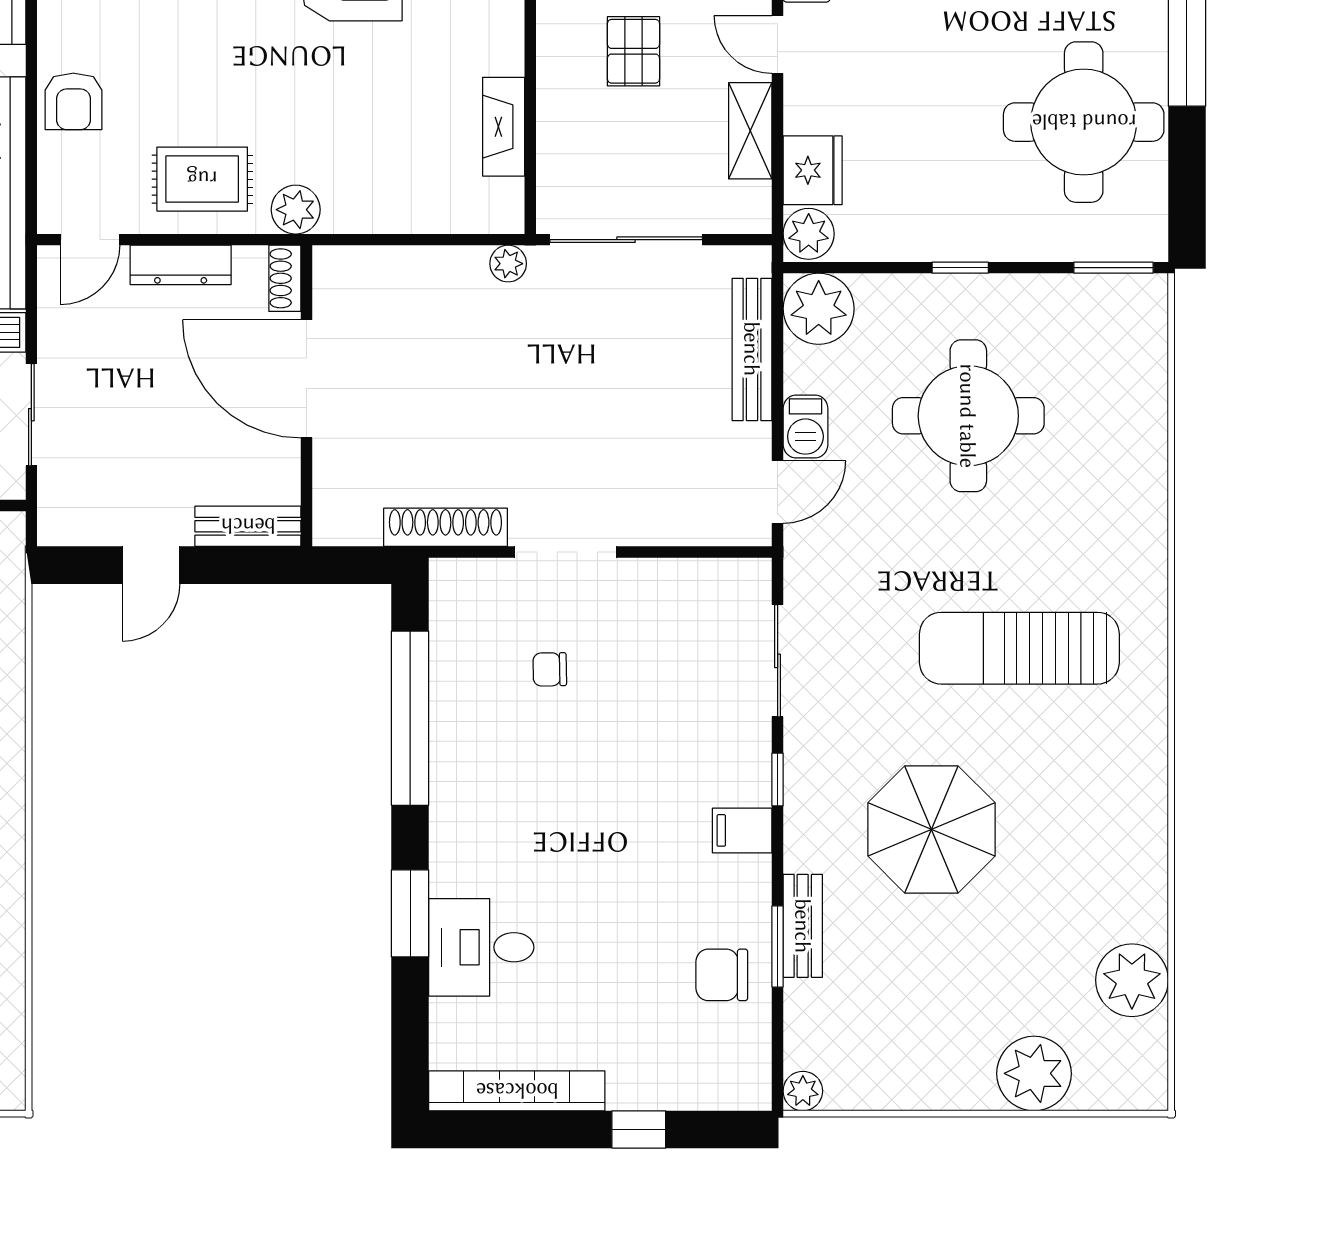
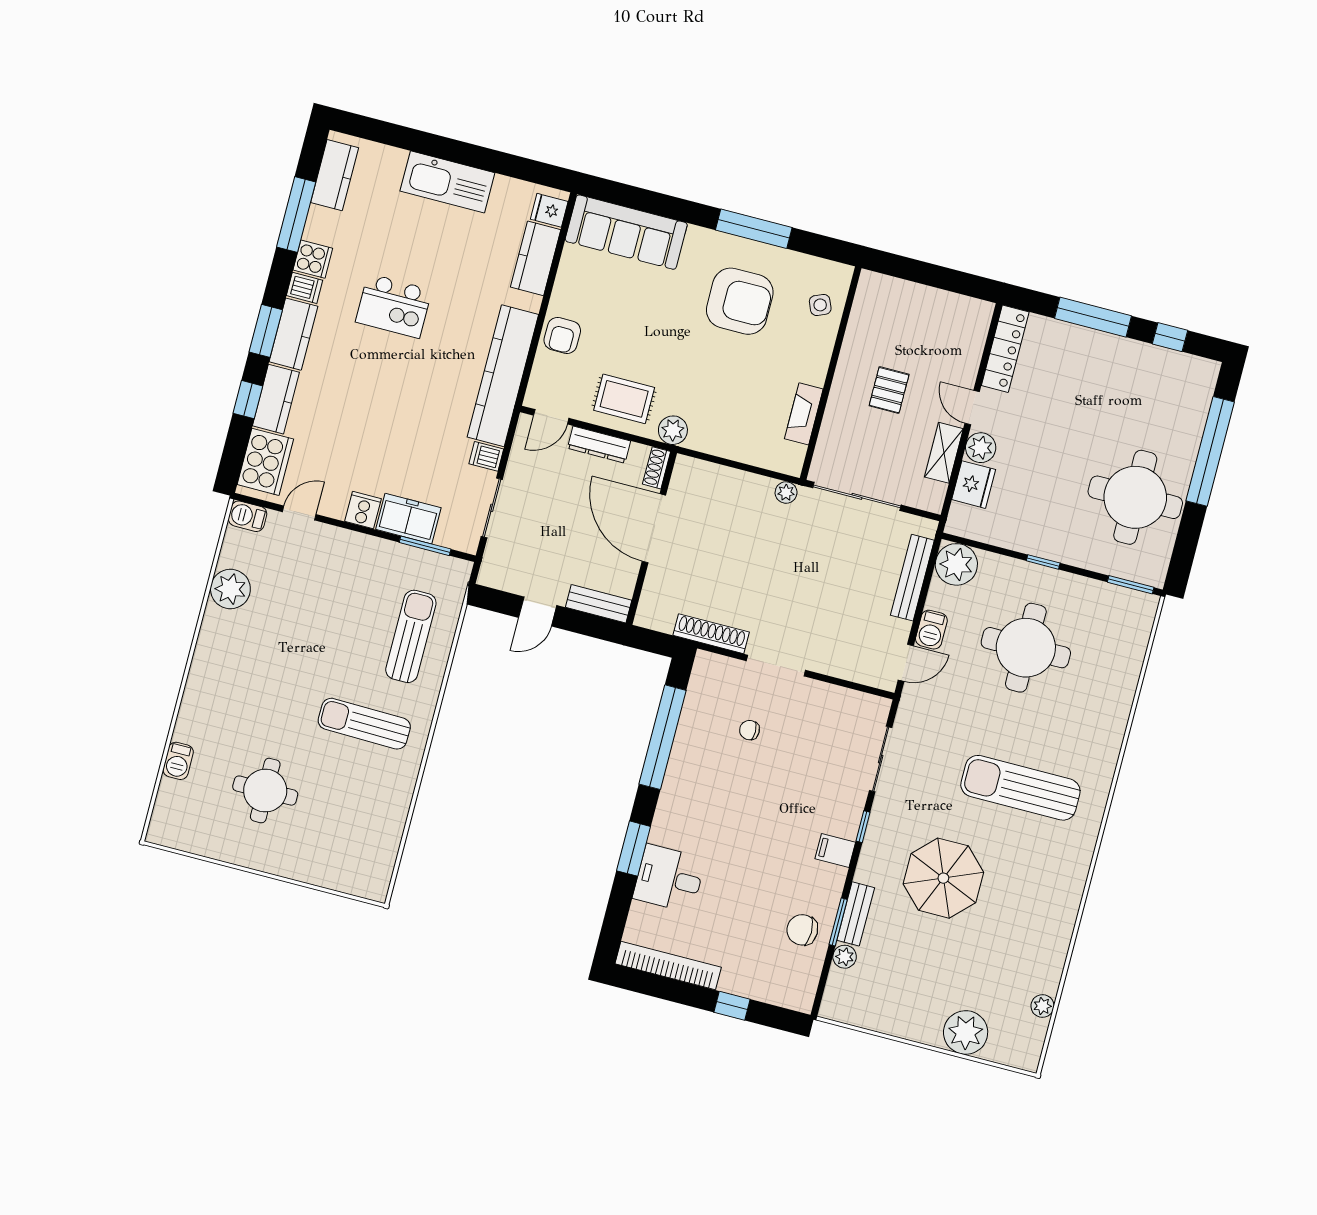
plant: (809, 234) -> (981, 448), moved
plant: (1132, 980) -> (1042, 1006), width x0.53, depth x0.53
plant: (803, 1091) -> (845, 957), moved

